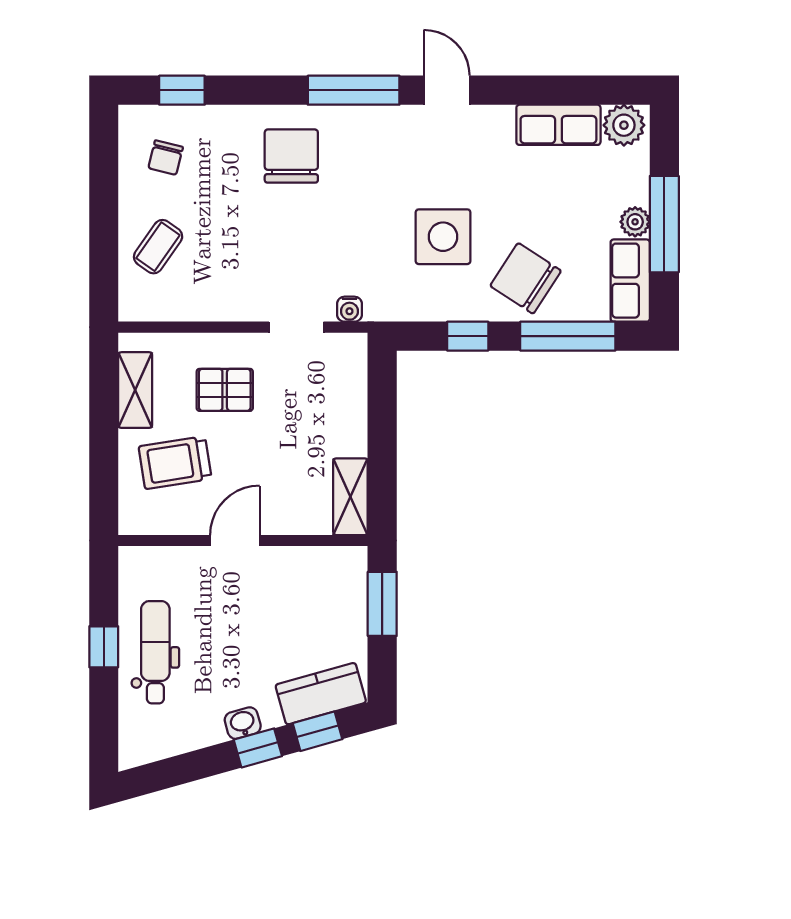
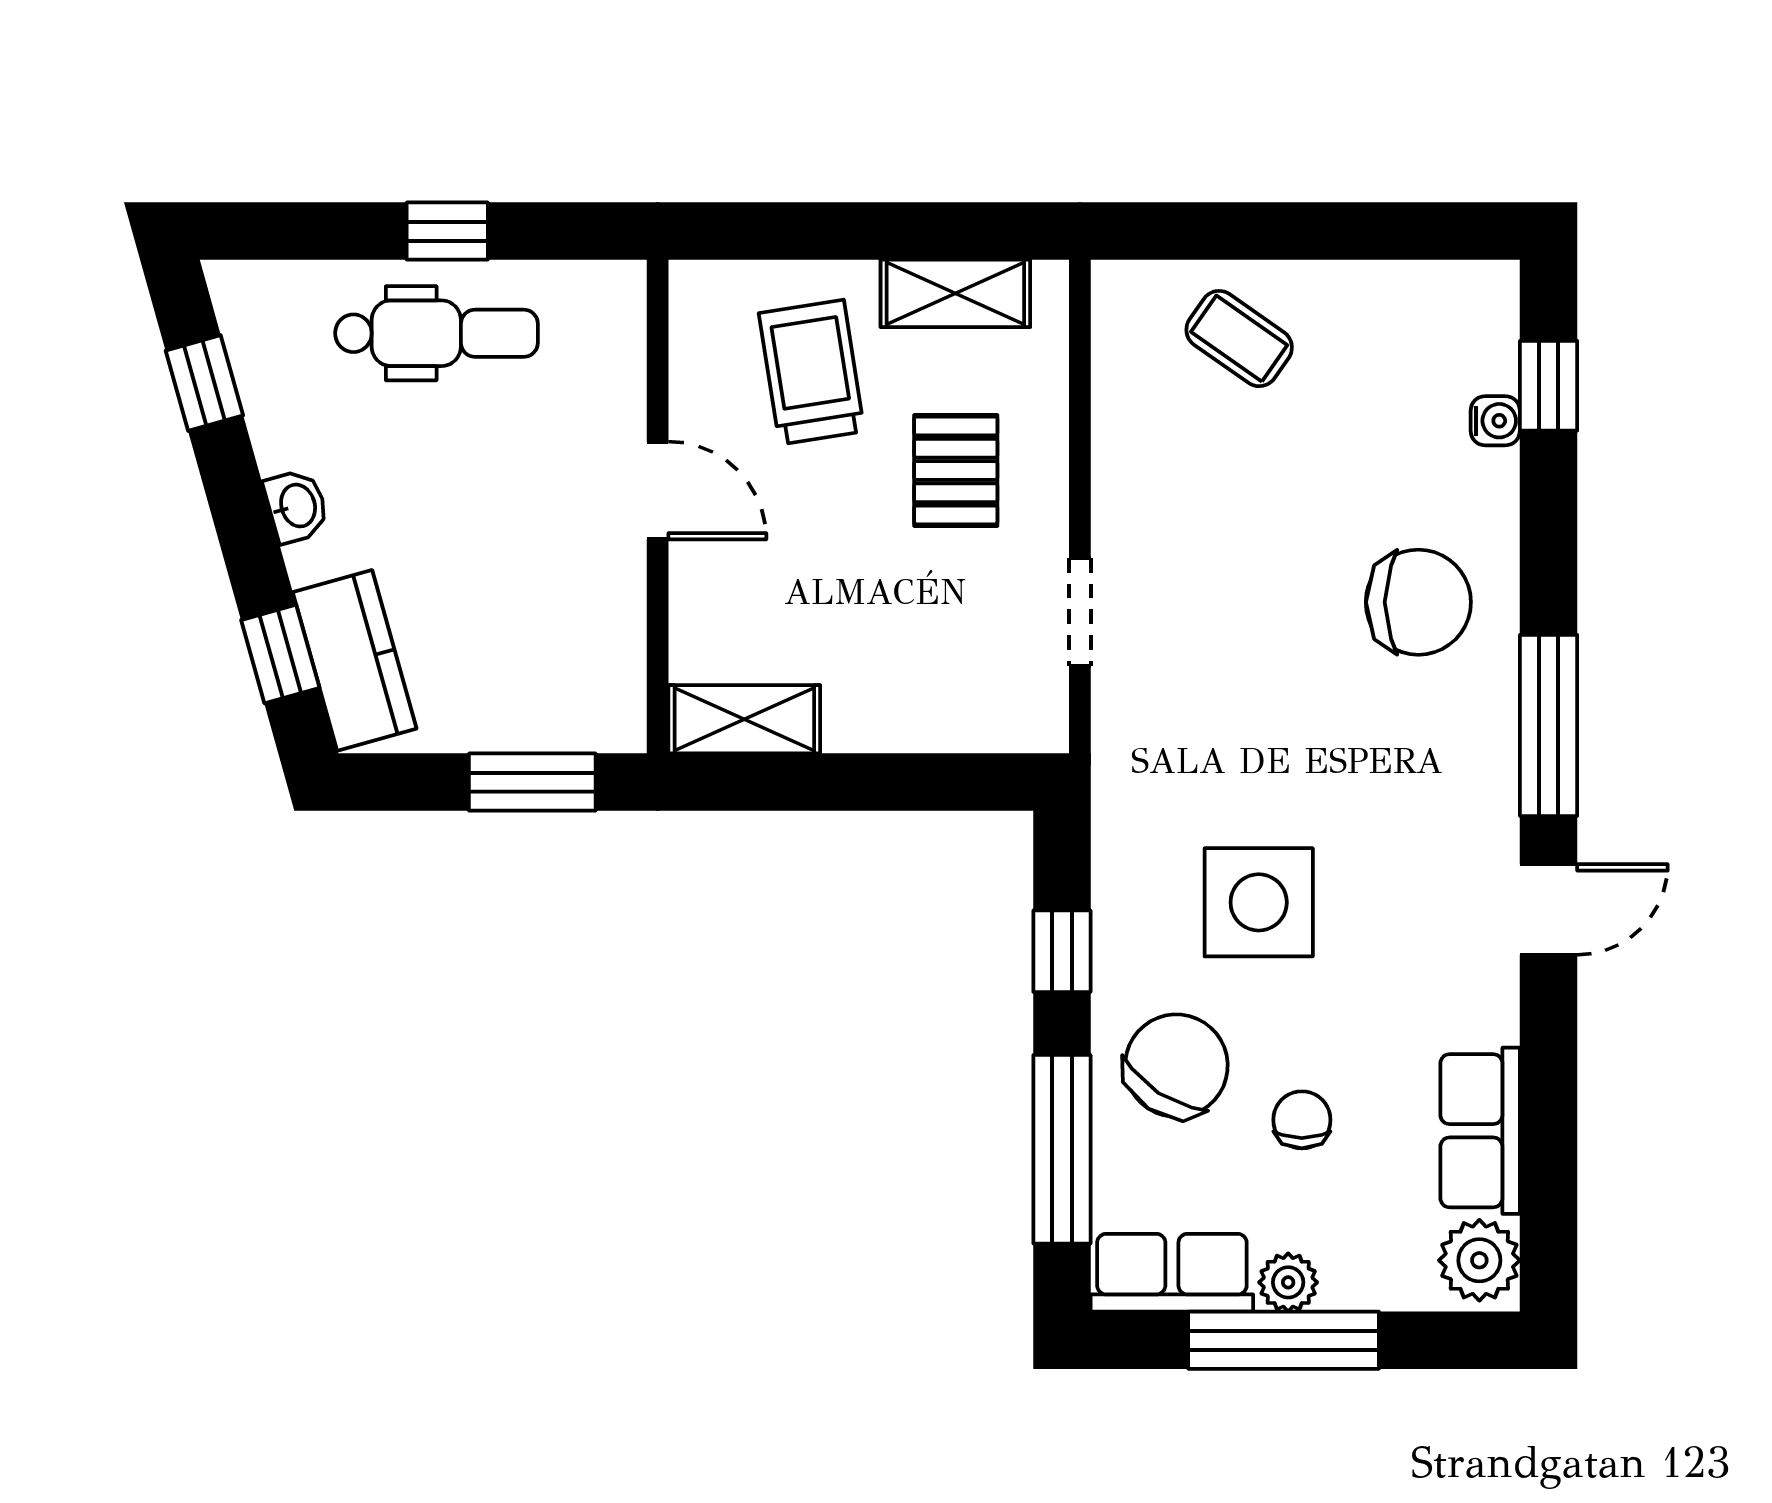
chair: (166, 158) -> (1302, 1120), moved, turned 76
water cooler: (349, 309) -> (1495, 421), moved, turned 180
window: (258, 748) -> (204, 383), moved

